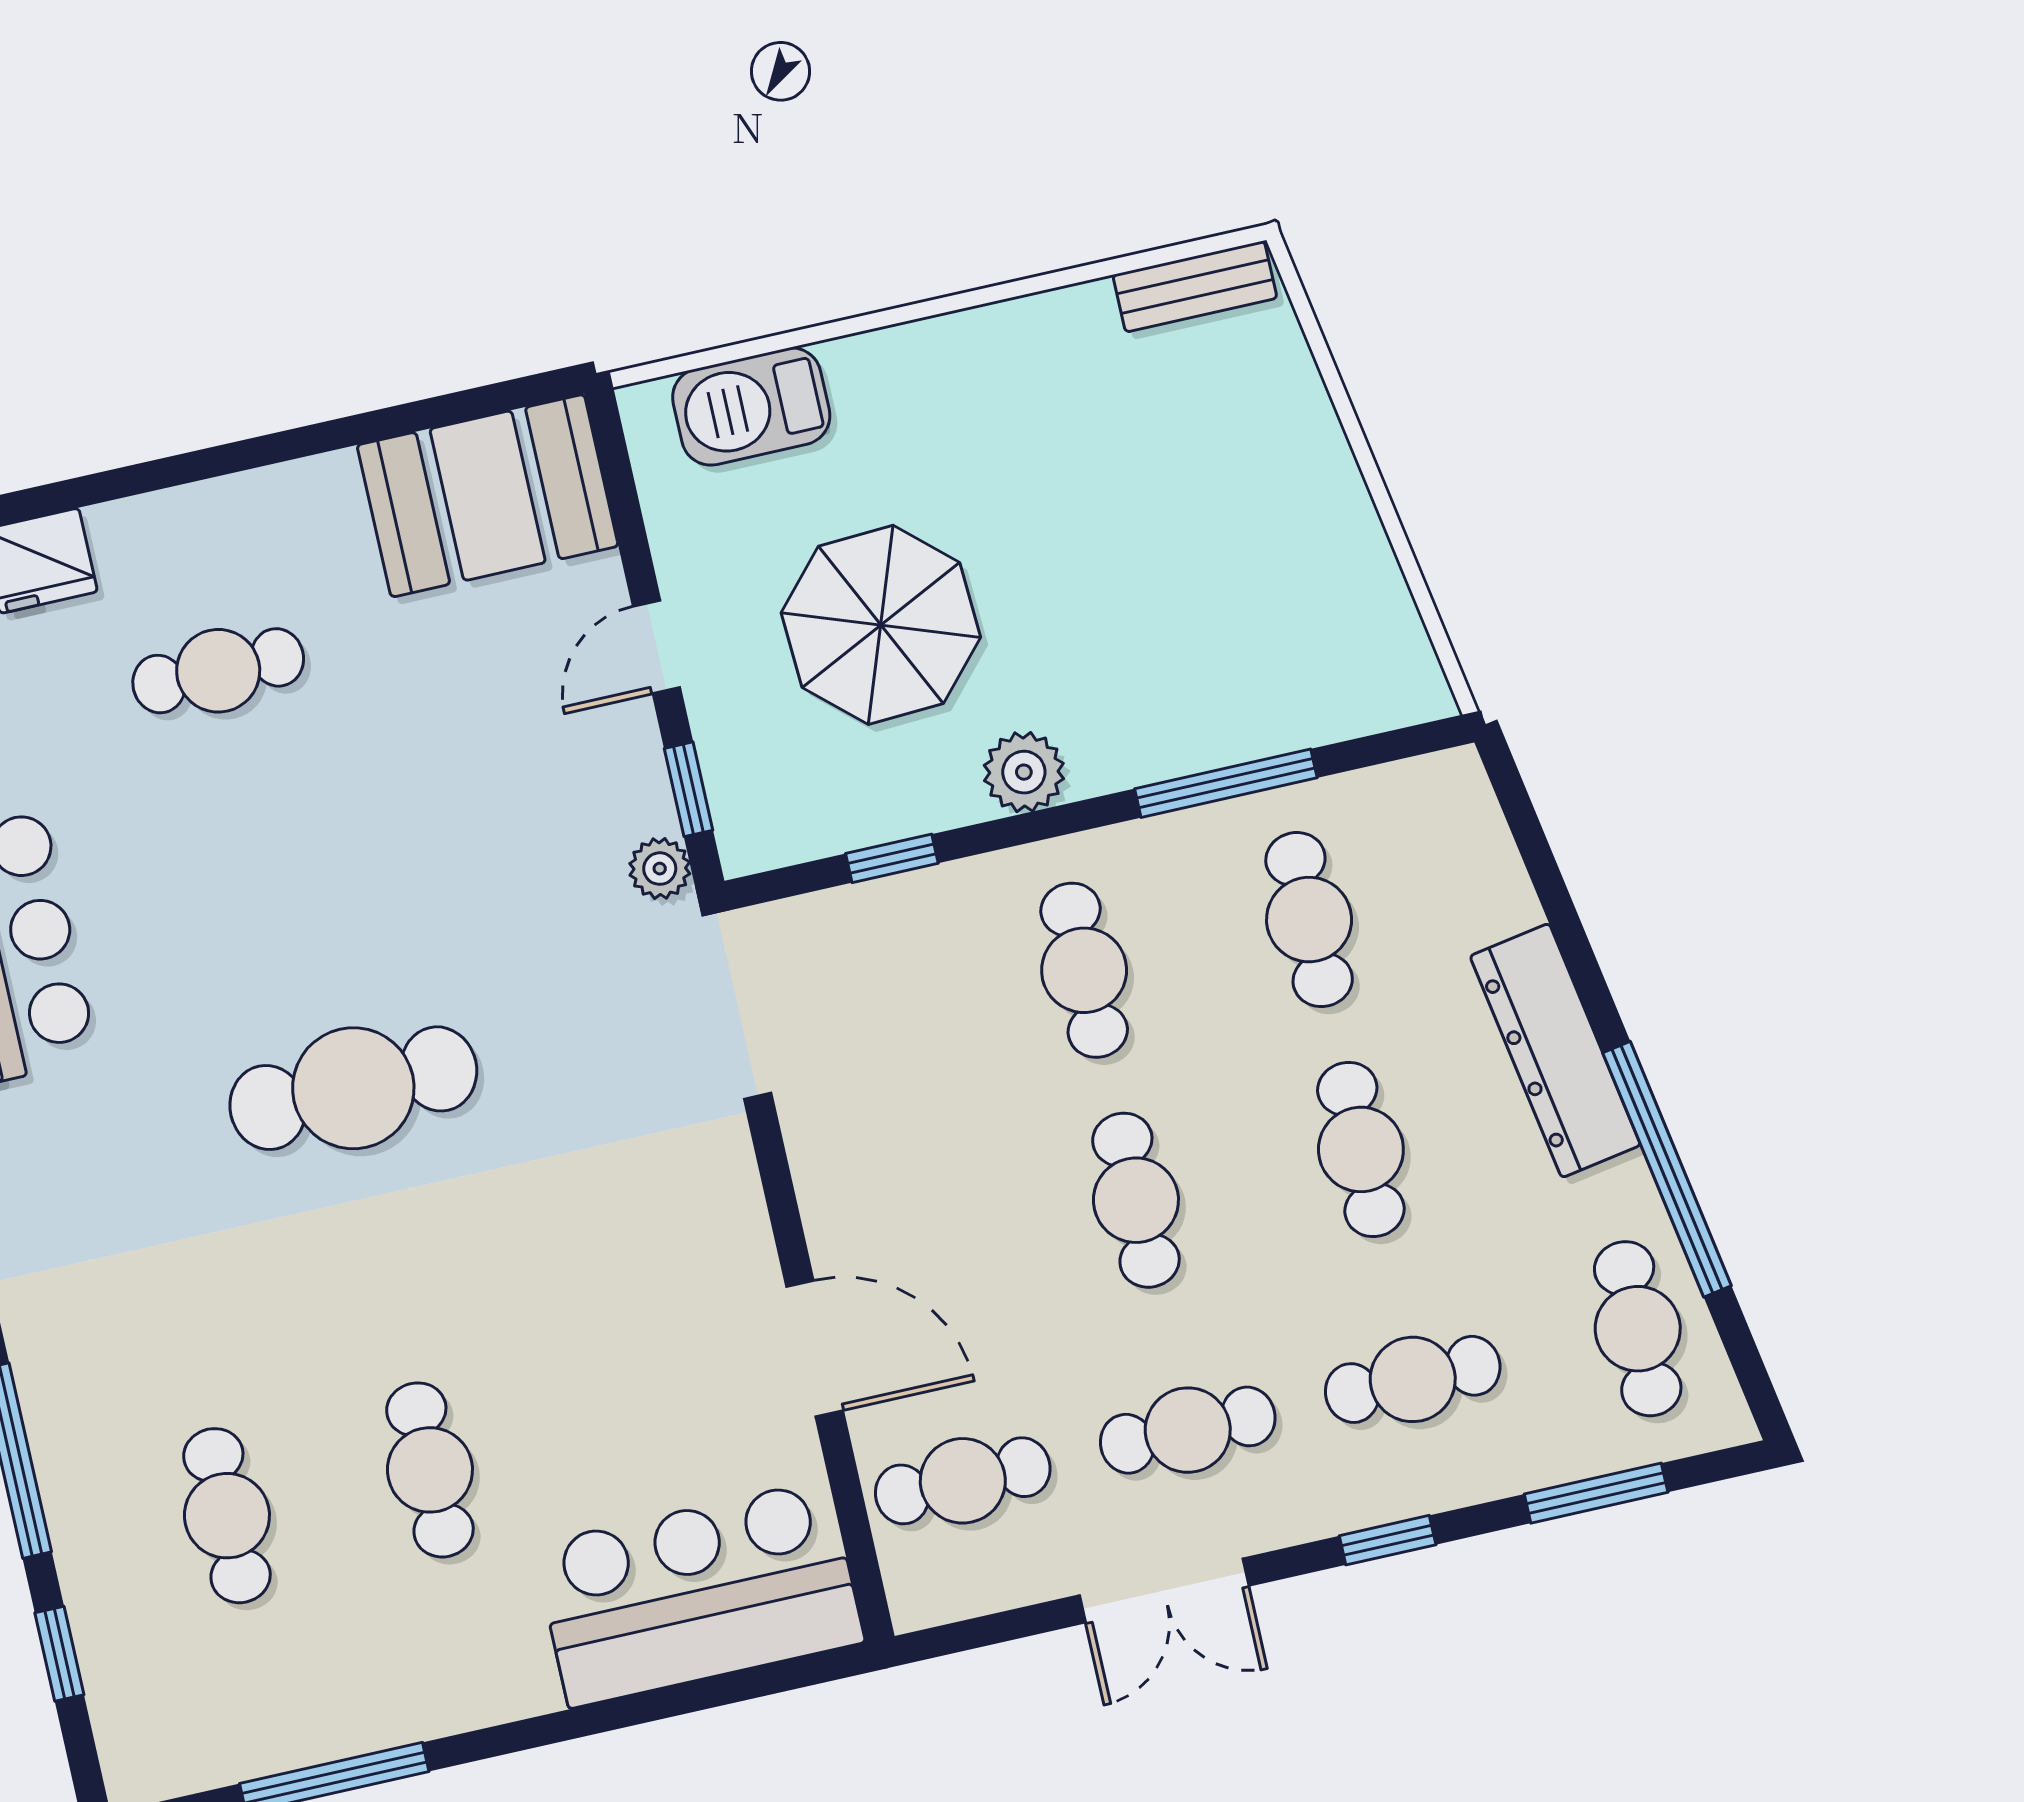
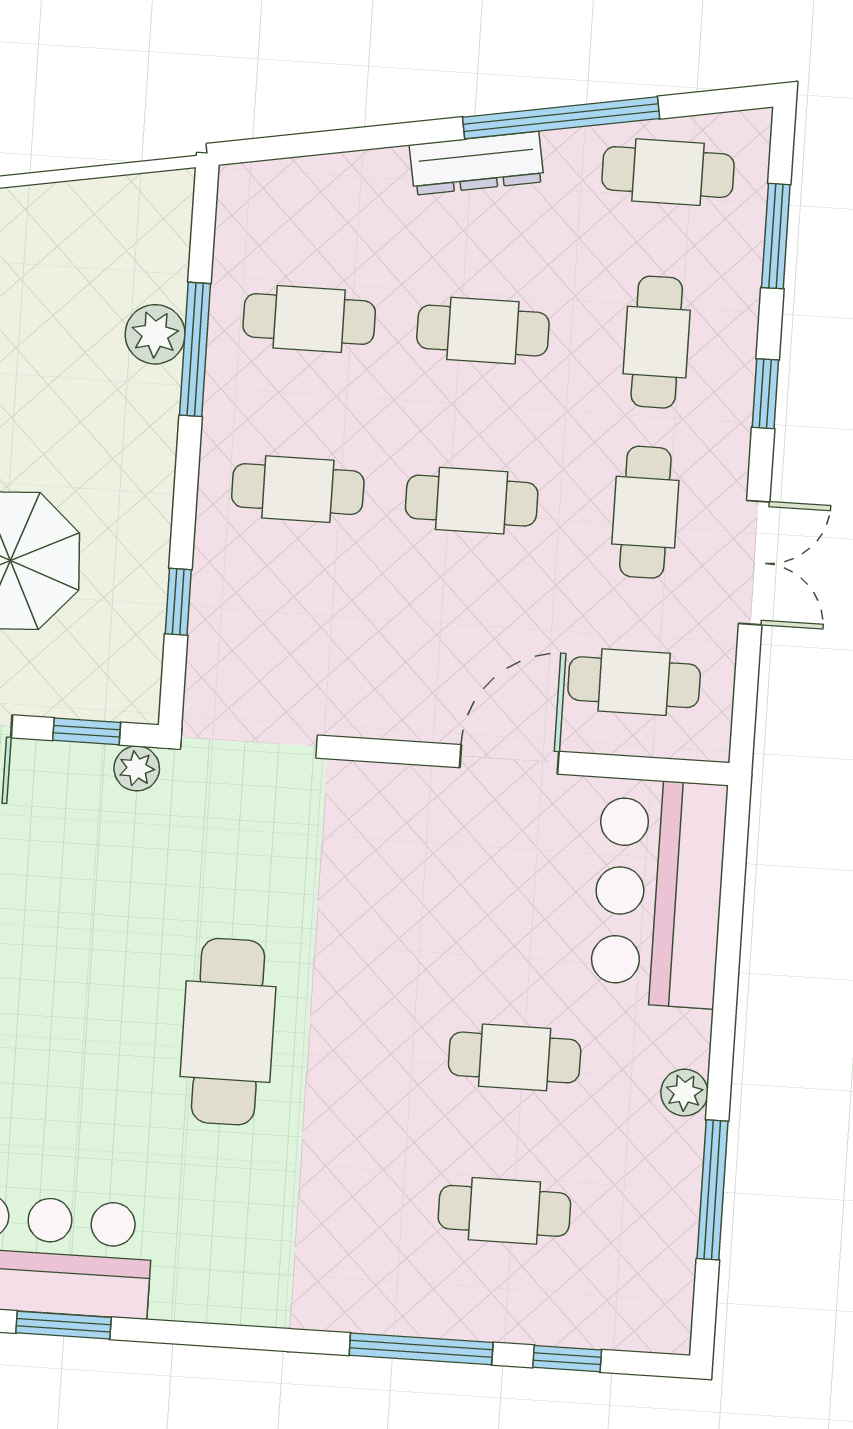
plant: (1024, 772) -> (155, 334), moved
dresser: (1555, 1051) -> (477, 163), width x0.73, depth x0.80
cafe table: (963, 1481) -> (634, 682), turned 90
plant: (450, 1704) -> (684, 1093), added

